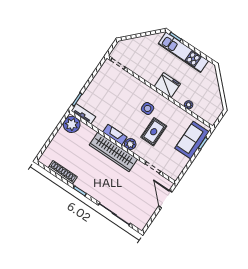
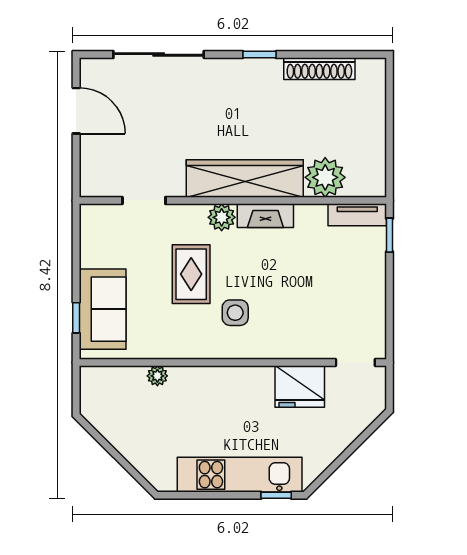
fridge: (167, 85) -> (300, 387), moved
plant: (72, 124) -> (325, 177), moved
door: (165, 199) -> (76, 111), moved

